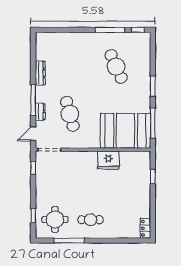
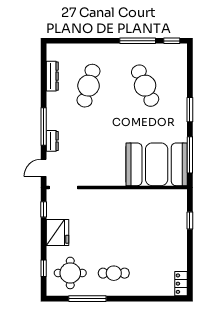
dresser: (40, 73) -> (52, 76), moved
cafe table: (70, 114) -> (89, 86), moved, turned 30
fridge: (108, 160) -> (57, 232), moved, turned -90

